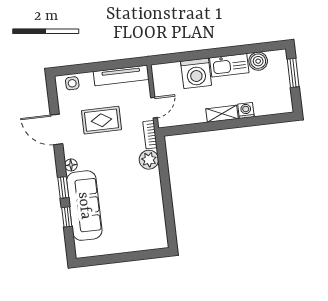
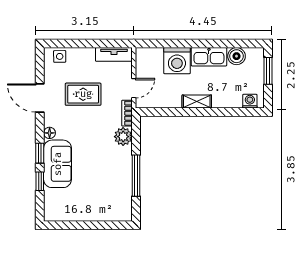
tv unit: (121, 75) -> (114, 54), width x0.71
washing machine: (246, 110) -> (250, 101), moved
window: (167, 199) -> (136, 176), added
sofa: (84, 206) -> (58, 164), width x0.73

